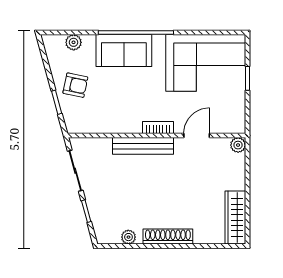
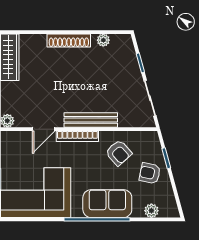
armchair: (111, 108) -> (119, 153), added
bookcase: (158, 127) -> (77, 136), width x1.56

